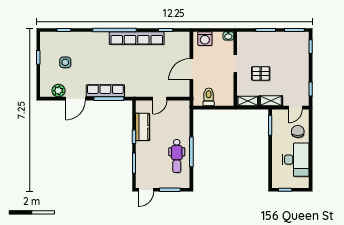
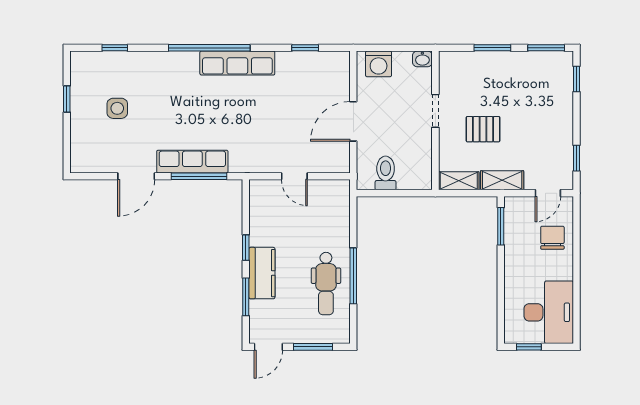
row of seats: (137, 38) -> (237, 63), width x0.73
plant: (58, 91) -> (105, 161), removed
door: (160, 99) -> (294, 176), hinge flipped
kitchen counter: (143, 127) -> (262, 273), moved
desk: (296, 160) -> (549, 312), moved

